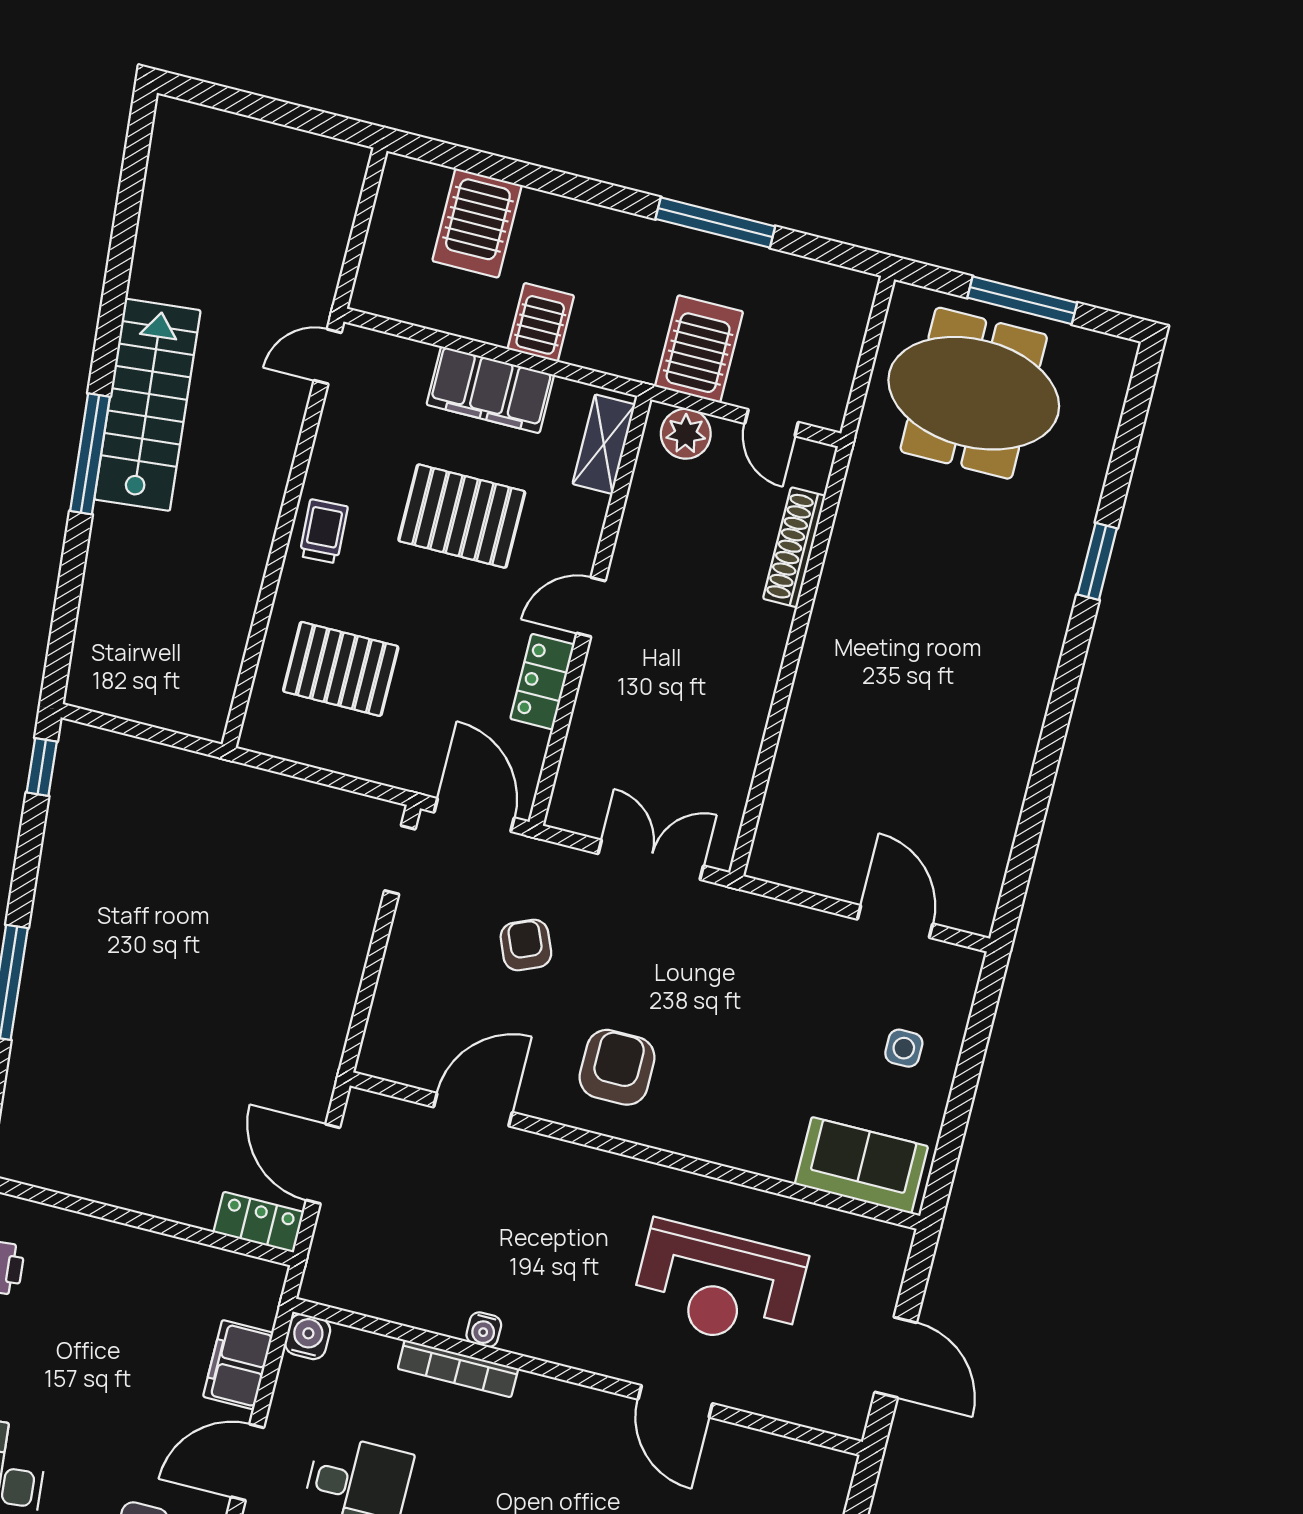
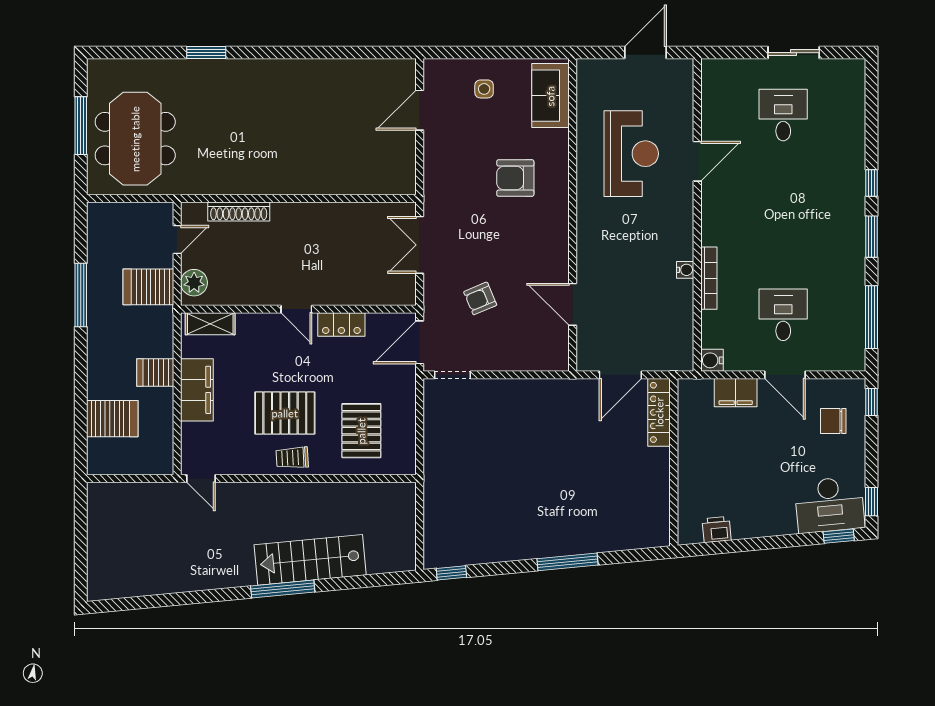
stairs: (147, 405) -> (310, 560), moved
pallet: (462, 516) -> (285, 413), moved, turned 90
armchair: (617, 1067) -> (515, 178), moved
locker: (259, 1222) -> (659, 412), width x1.53

